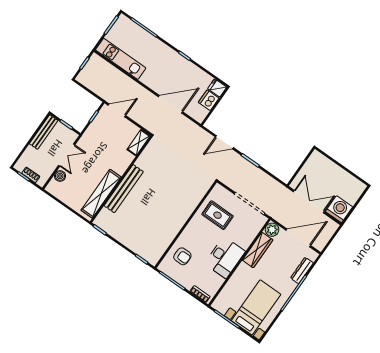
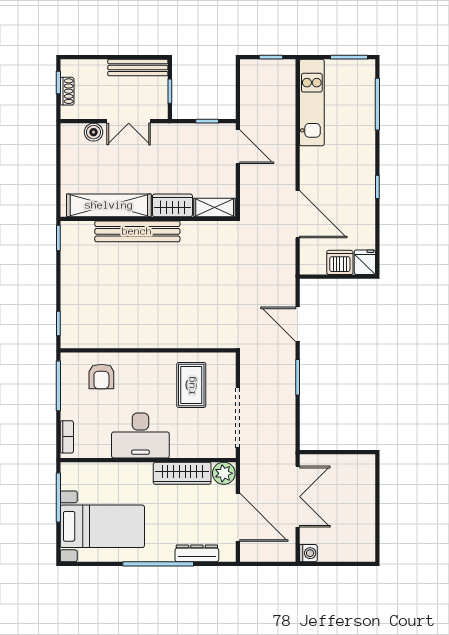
wardrobe: (123, 163) -> (172, 205), added
washing machine: (339, 209) -> (308, 553), width x0.53, depth x0.53

